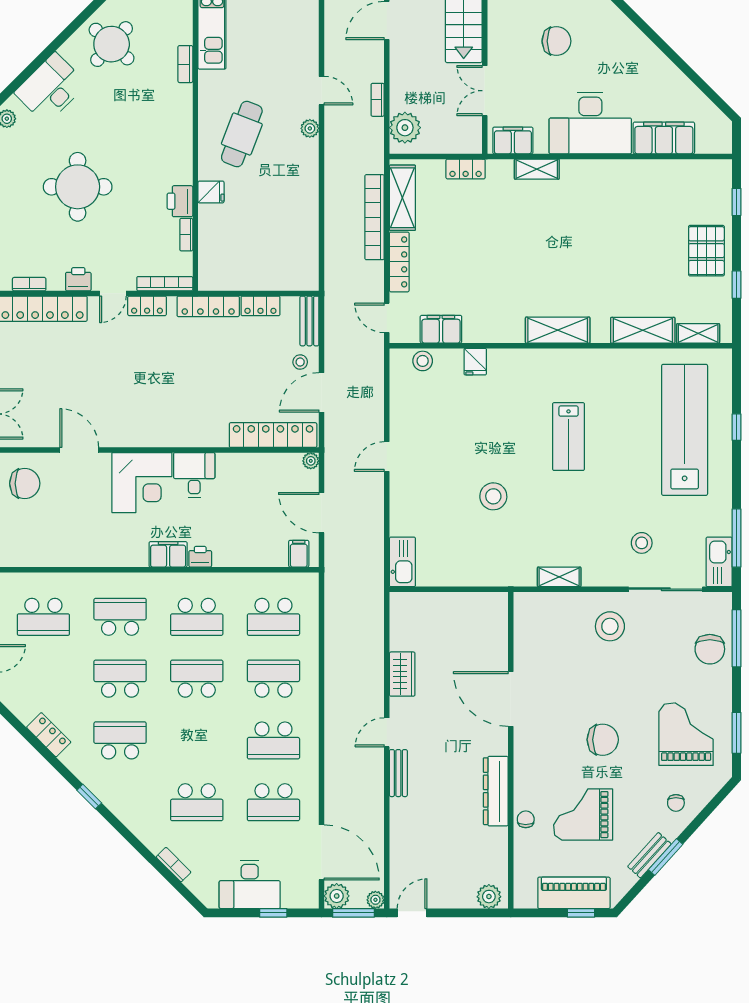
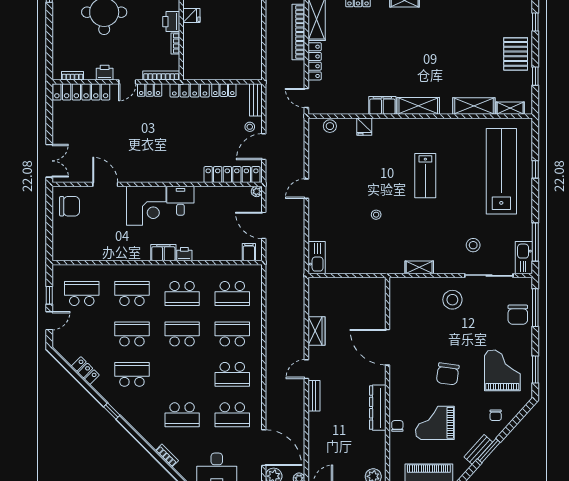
filing cabinet: (441, 329) -> (382, 105), moved
stool: (493, 496) -> (376, 215), width x0.53, depth x0.53
school desk: (43, 617) -> (82, 293), turned 180
chair: (603, 740) -> (448, 374), turned 98

